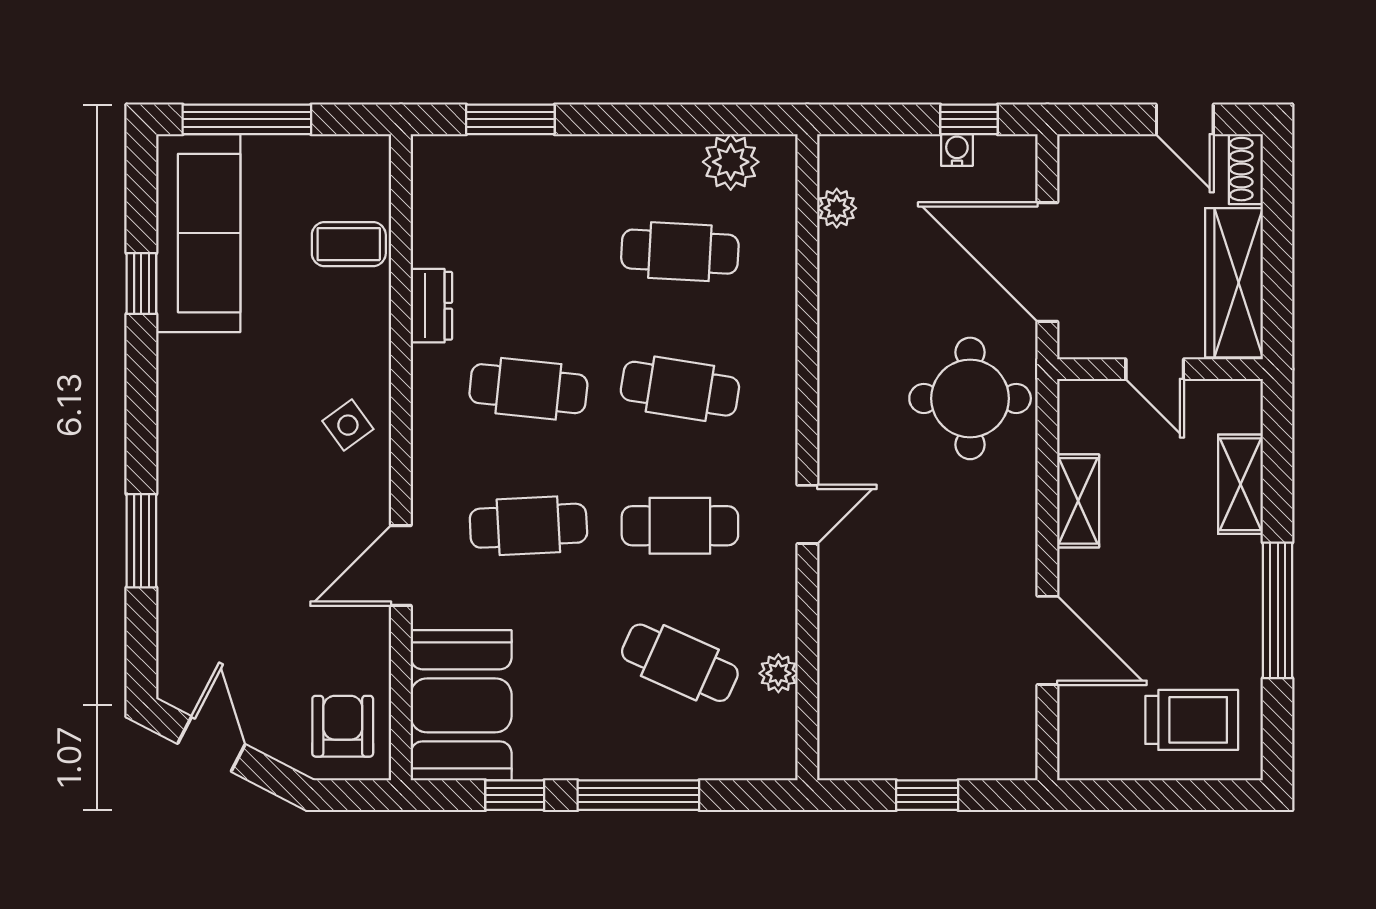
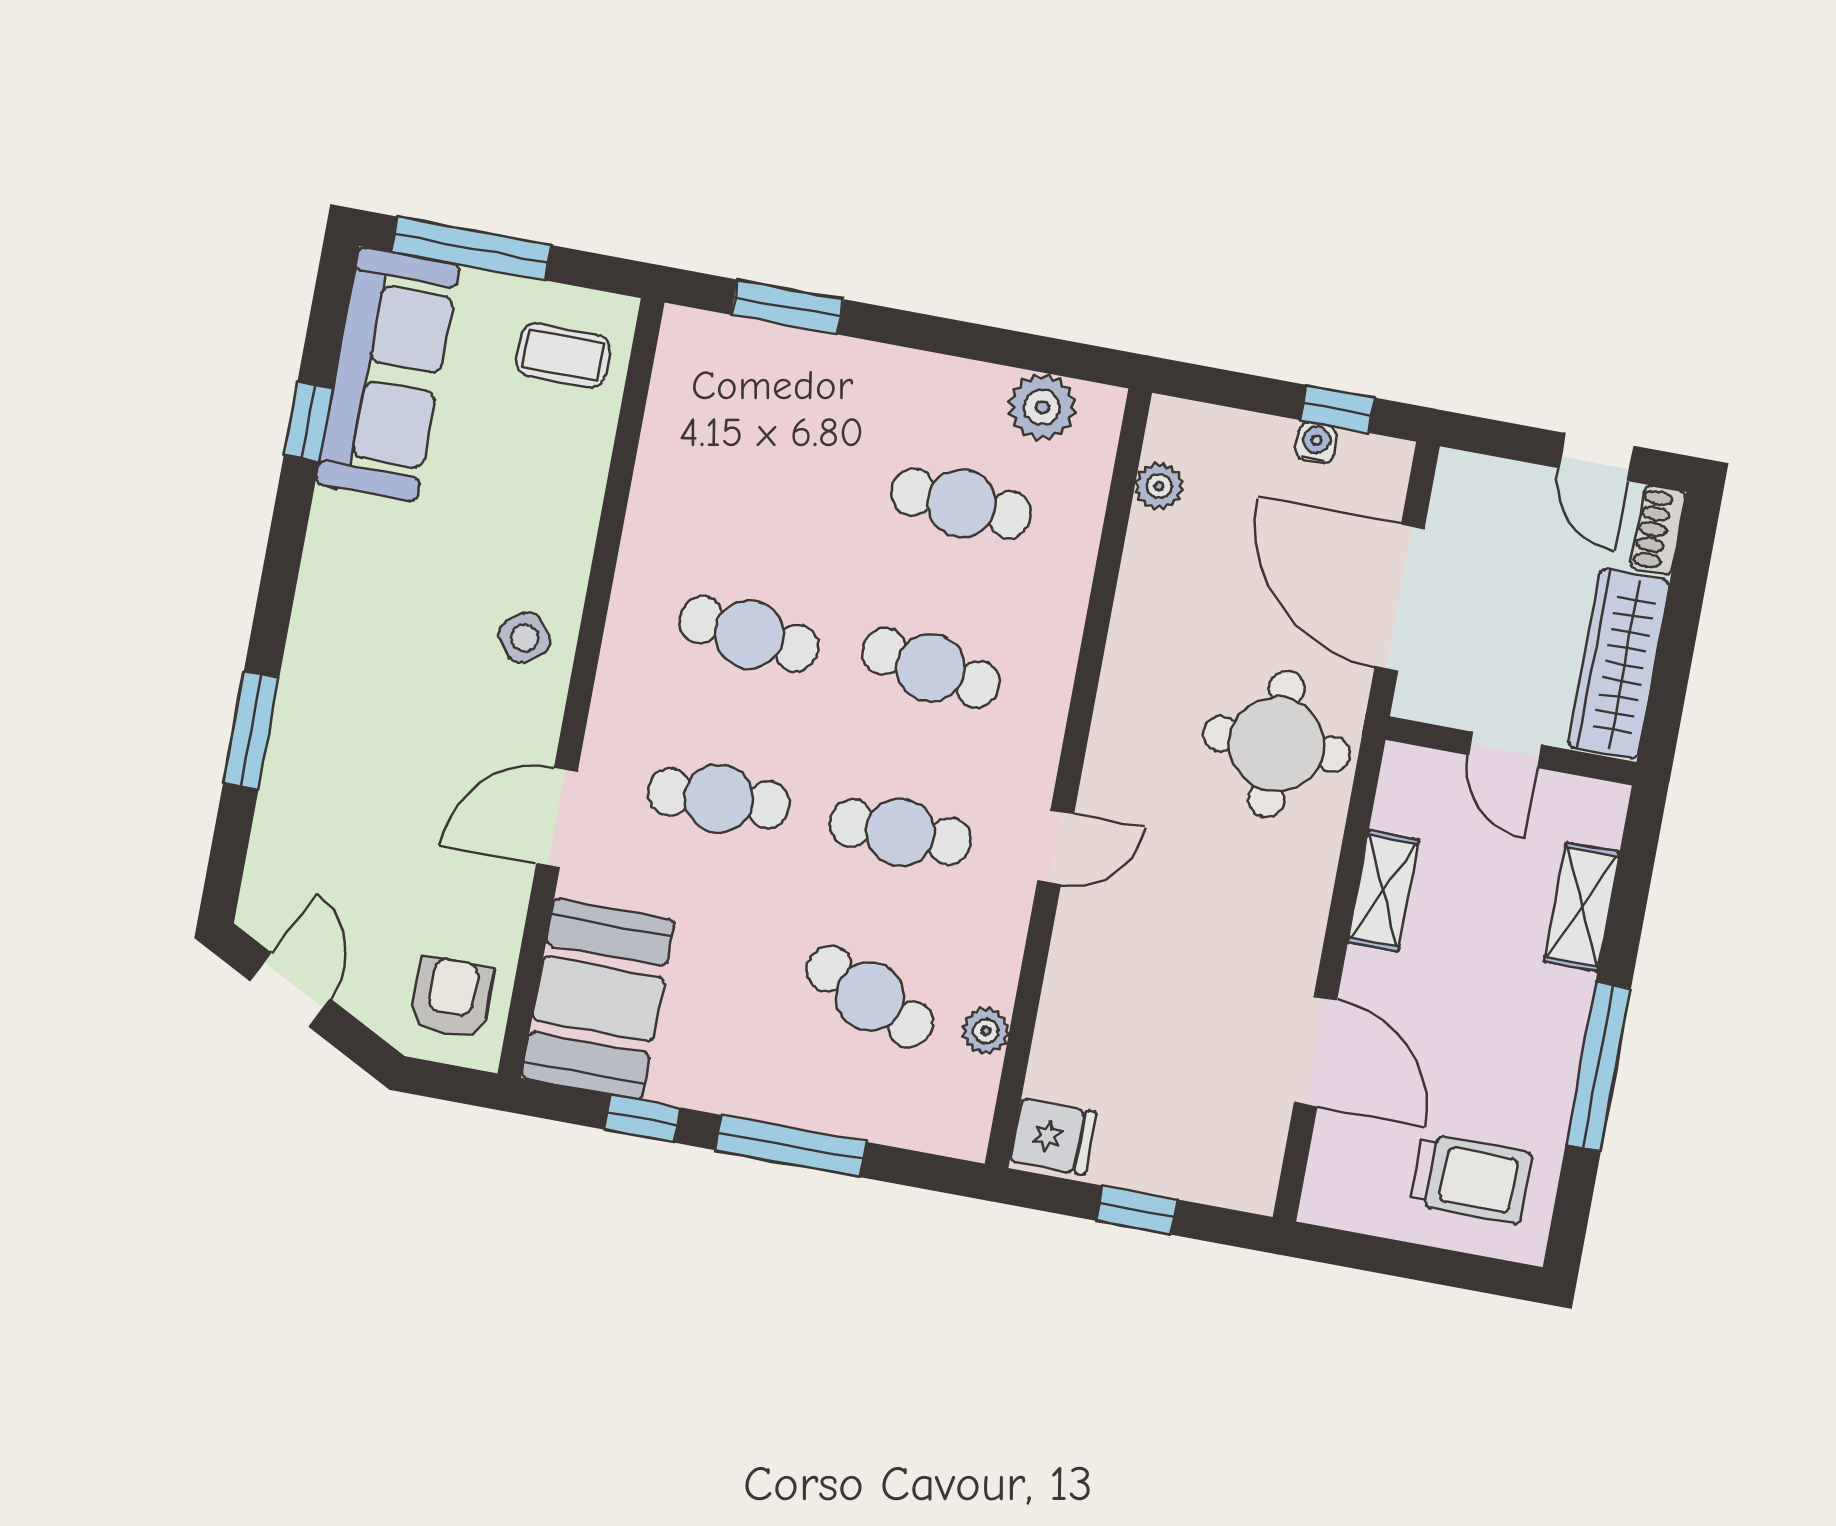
coffee table: (349, 244) -> (563, 355), moved
dresser: (431, 306) -> (651, 513), removed
fridge: (849, 749) -> (1053, 1137), added

